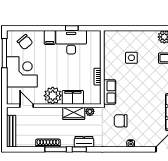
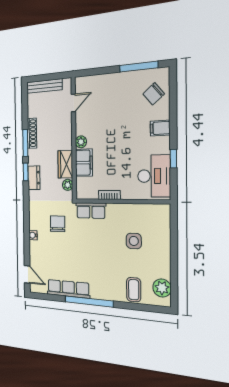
desk: (71, 42) -> (154, 176), moved
corner desk: (22, 72) -> (114, 93), removed
plant: (53, 96) -> (81, 142), width x0.53, depth x0.53

